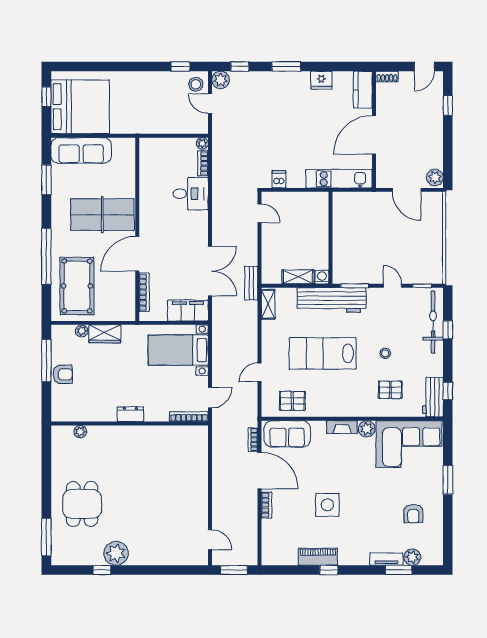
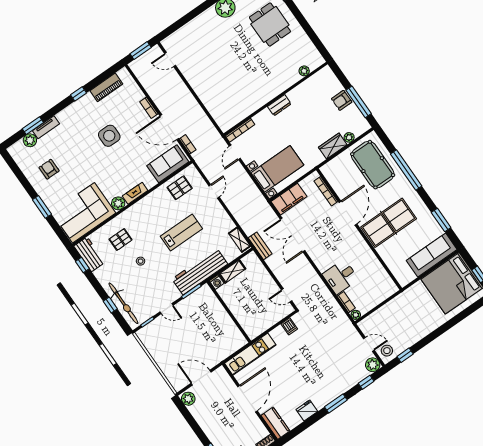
lab bench: (323, 353) -> (181, 233), width x0.73, depth x0.72
piano: (318, 557) -> (106, 87), moved

